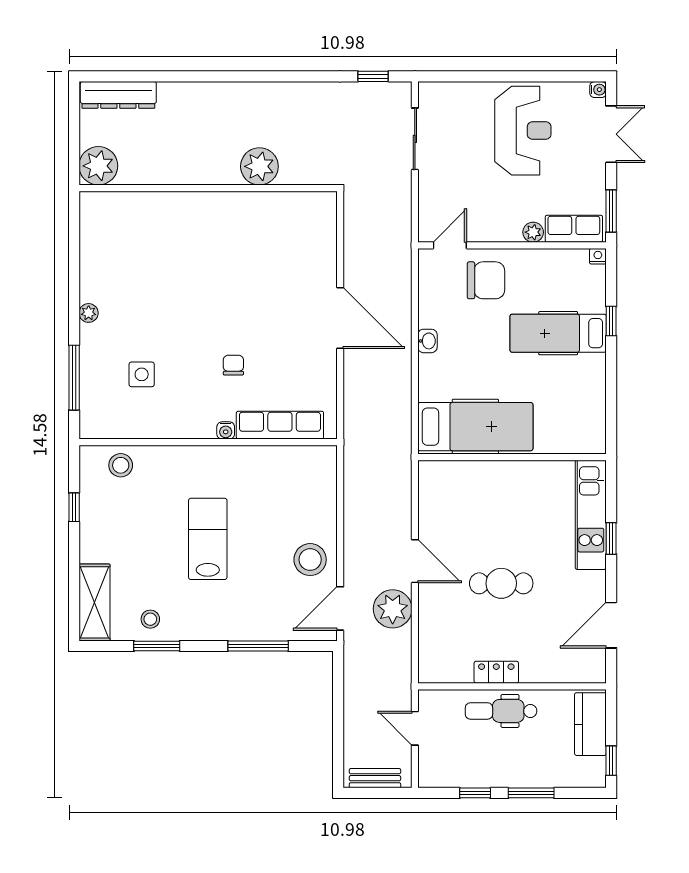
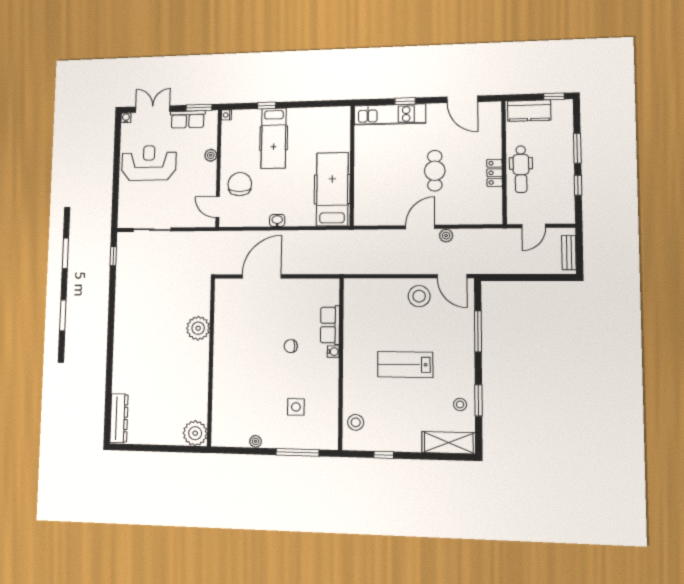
plant: (98, 166) -> (195, 433), moved
plant: (259, 166) -> (198, 328), moved
wall: (208, 188) -> (211, 362), moved
row of seats: (574, 229) -> (188, 119), moved, turned -90
row of seats: (280, 425) -> (330, 325), width x0.68
plant: (393, 609) -> (446, 236), width x0.53, depth x0.53

